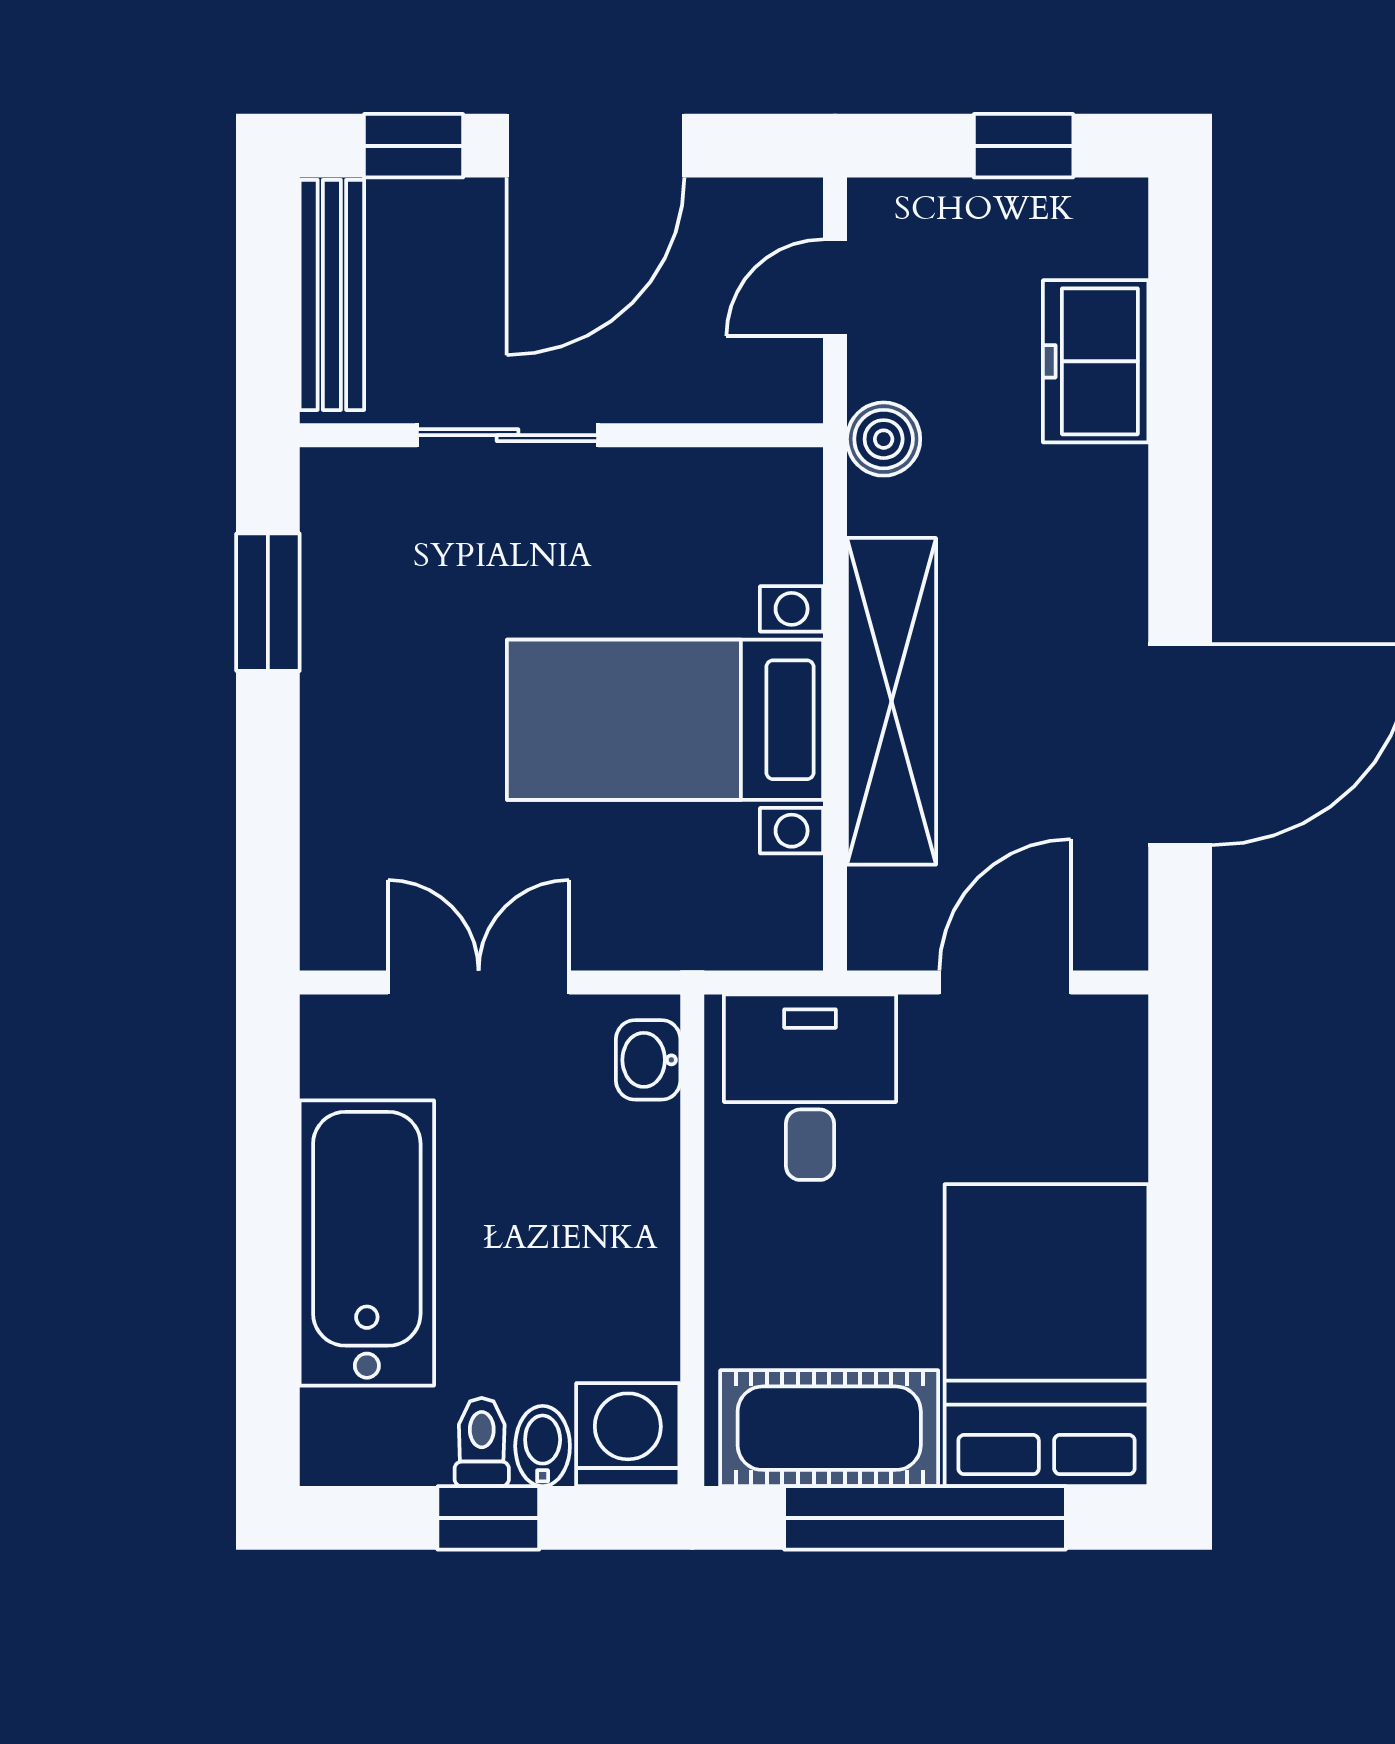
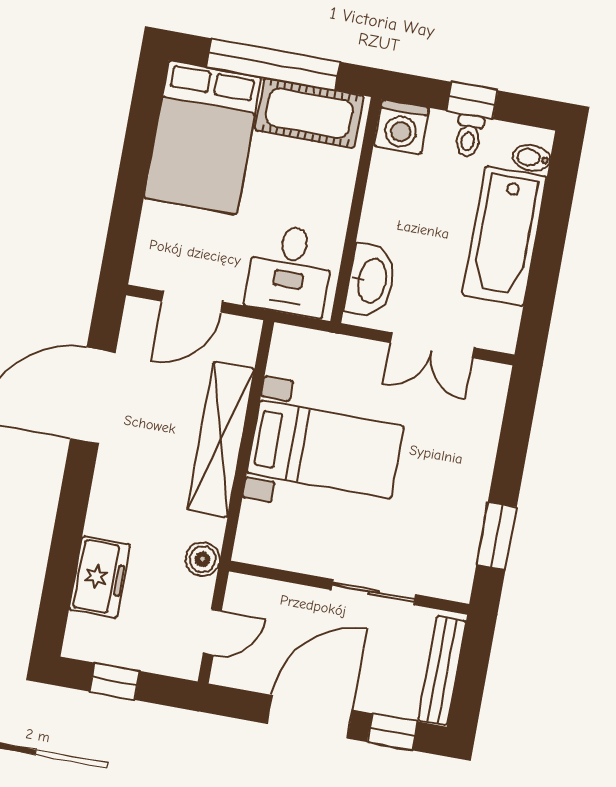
washbasin: (648, 1060) -> (371, 281), width x1.91, depth x1.45
bidet: (543, 1446) -> (531, 158), moved, turned 90

